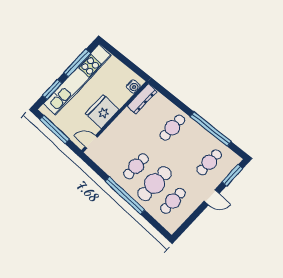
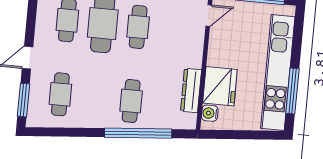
window: (52, 89) -> (297, 40), removed
dresser: (142, 99) -> (191, 90), moved
fridge: (102, 112) -> (220, 86), moved
window: (211, 129) -> (138, 133), moved

